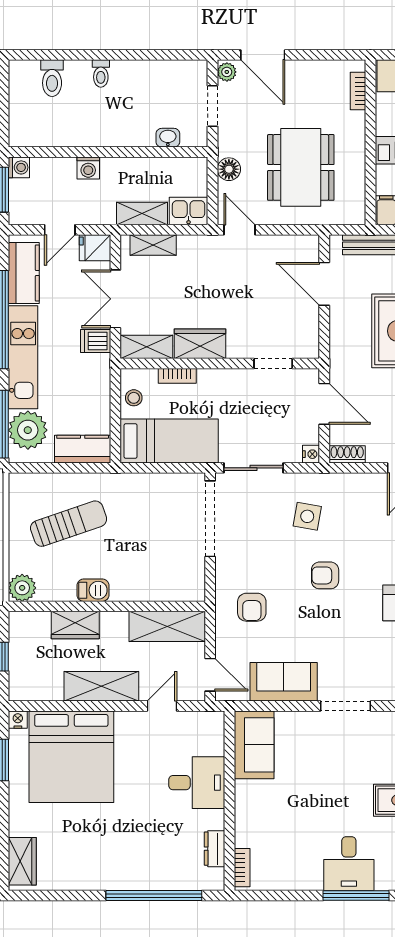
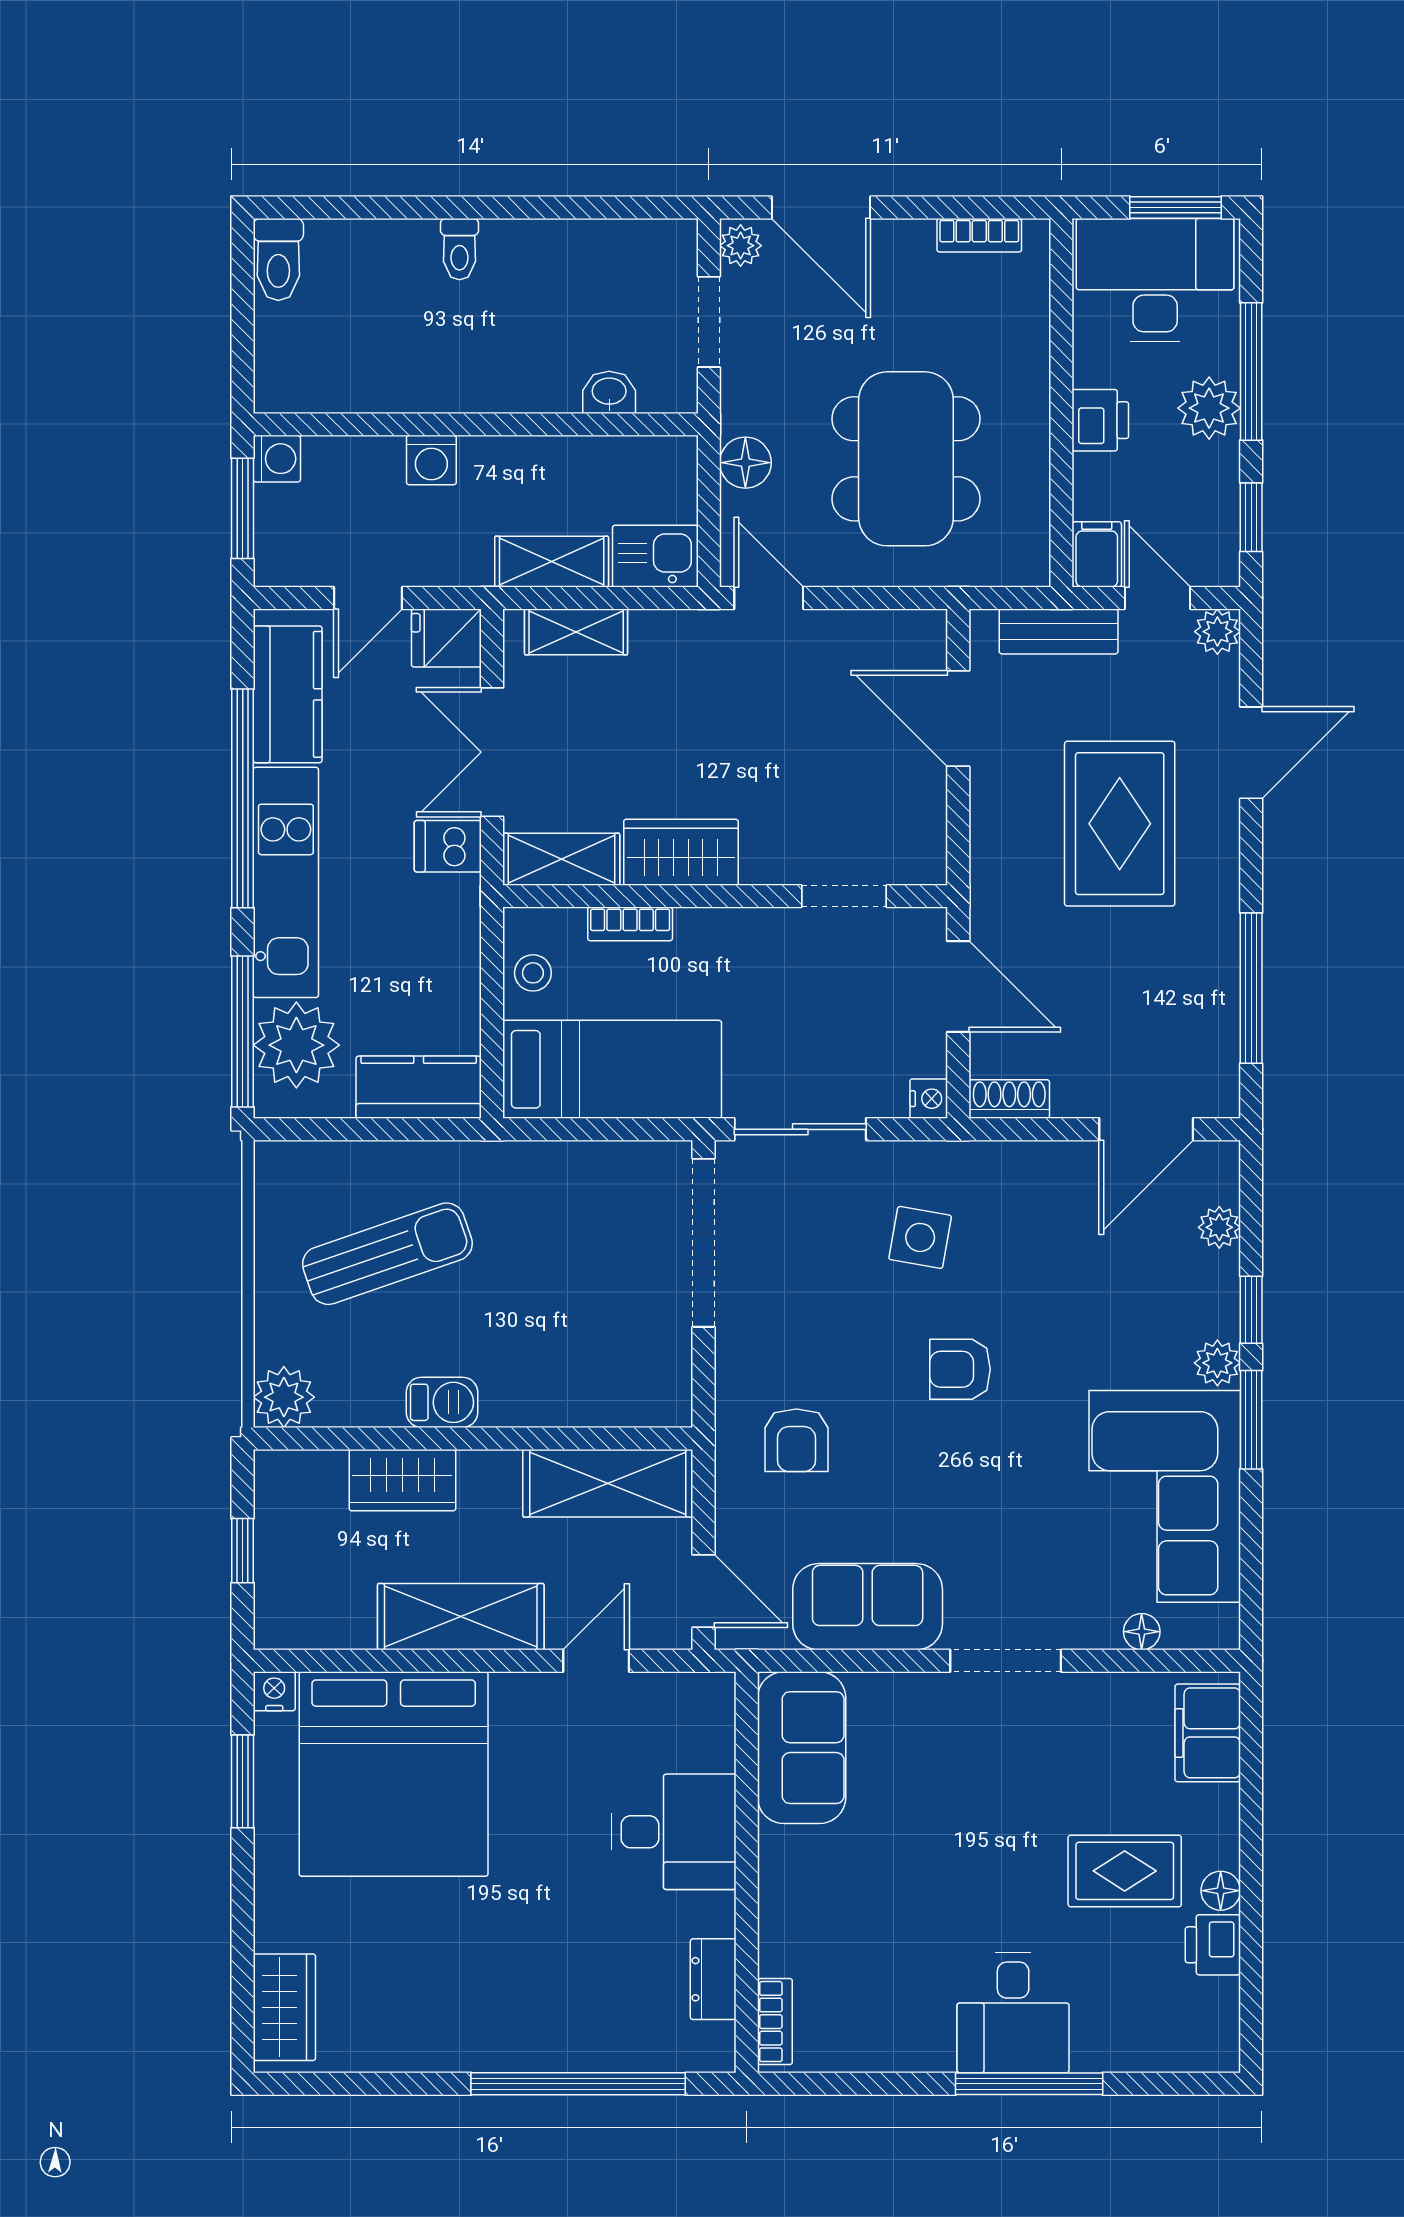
toilet: (52, 78) -> (278, 259), moved
bookcase: (358, 91) -> (979, 235), moved, turned -90

